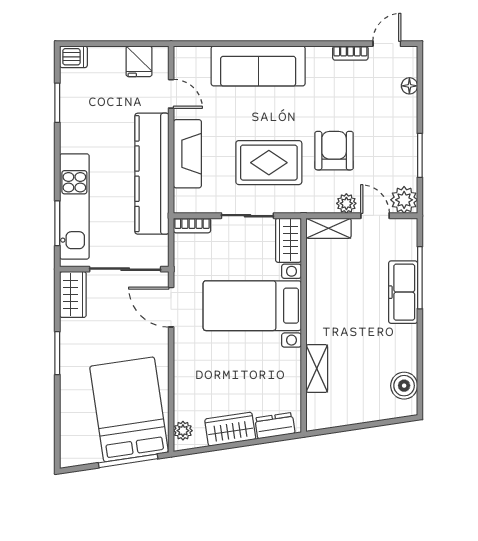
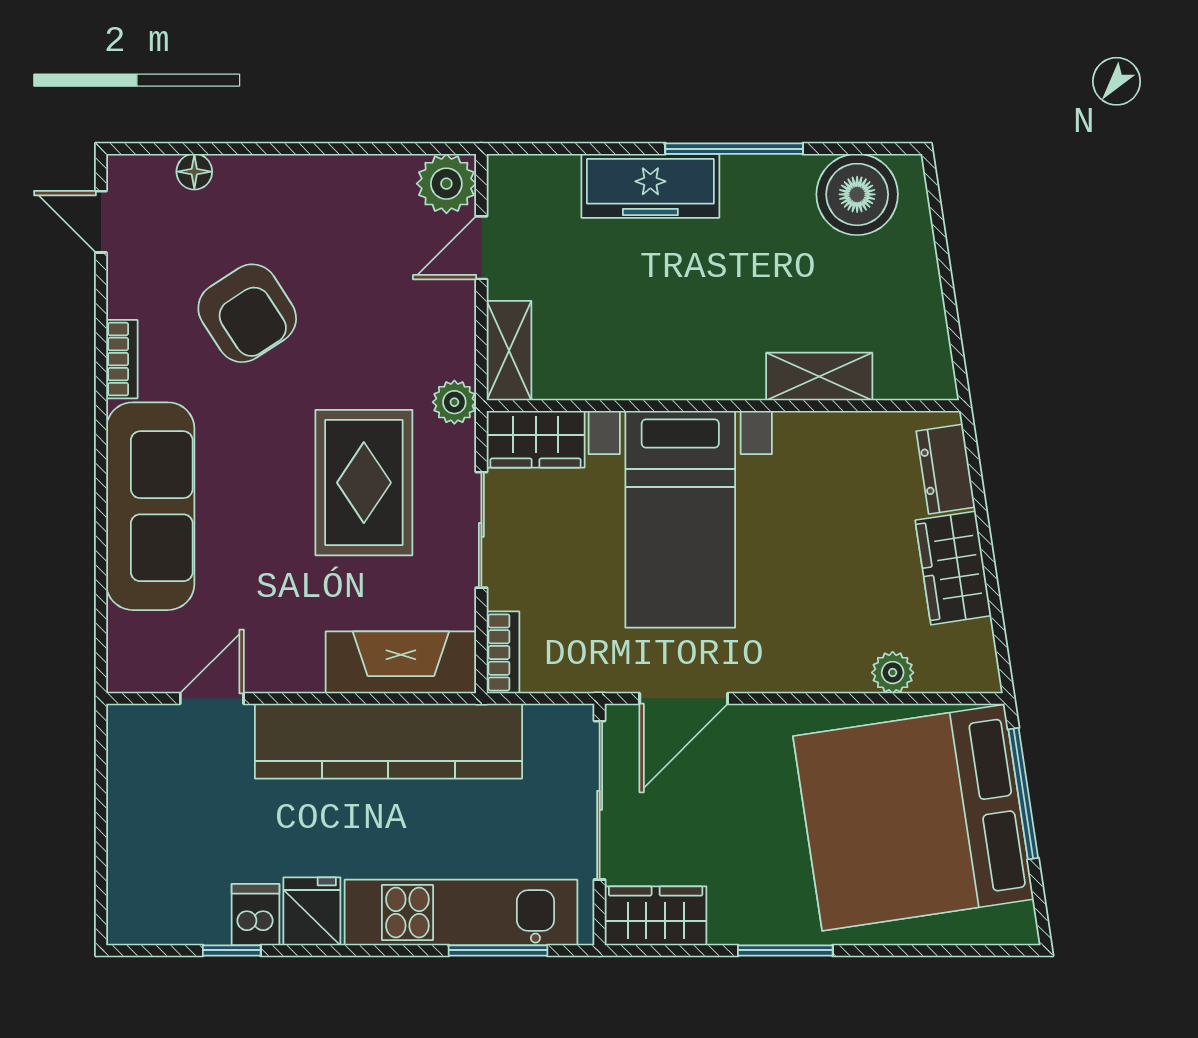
bookcase: (350, 53) -> (122, 359), moved
dishwasher: (73, 57) -> (255, 915), moved
fridge: (139, 61) -> (312, 911), moved, turned -90
window: (57, 103) -> (232, 950), width x0.67
armchair: (334, 151) -> (247, 313), moved, turned -123
fireplace: (187, 154) -> (401, 662), moved
window: (420, 155) -> (348, 149), removed
plant: (346, 203) -> (454, 402), moved
window: (420, 278) -> (734, 149), moved
boiler: (404, 386) -> (857, 194), width x1.37, depth x1.37
bed: (129, 409) -> (913, 818), width x1.36
plant: (183, 431) -> (893, 673), moved

